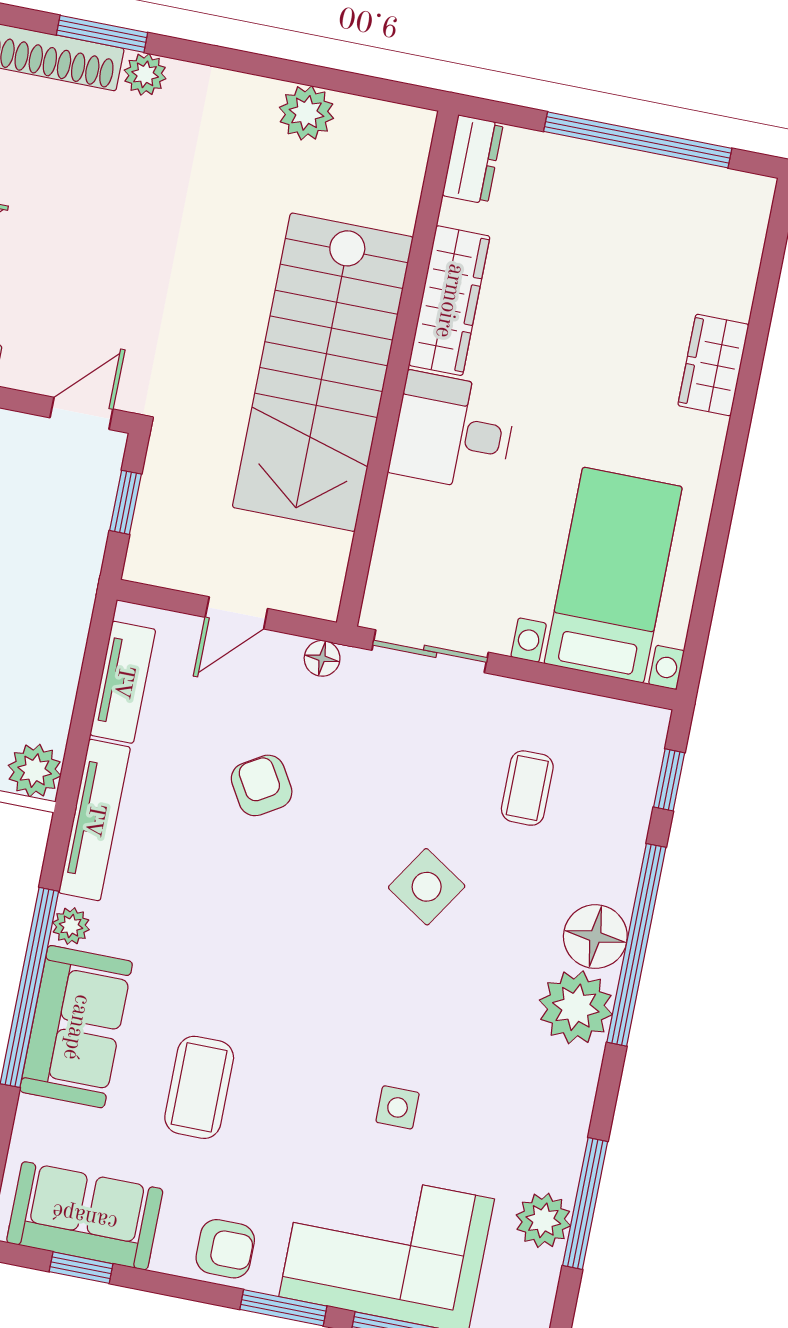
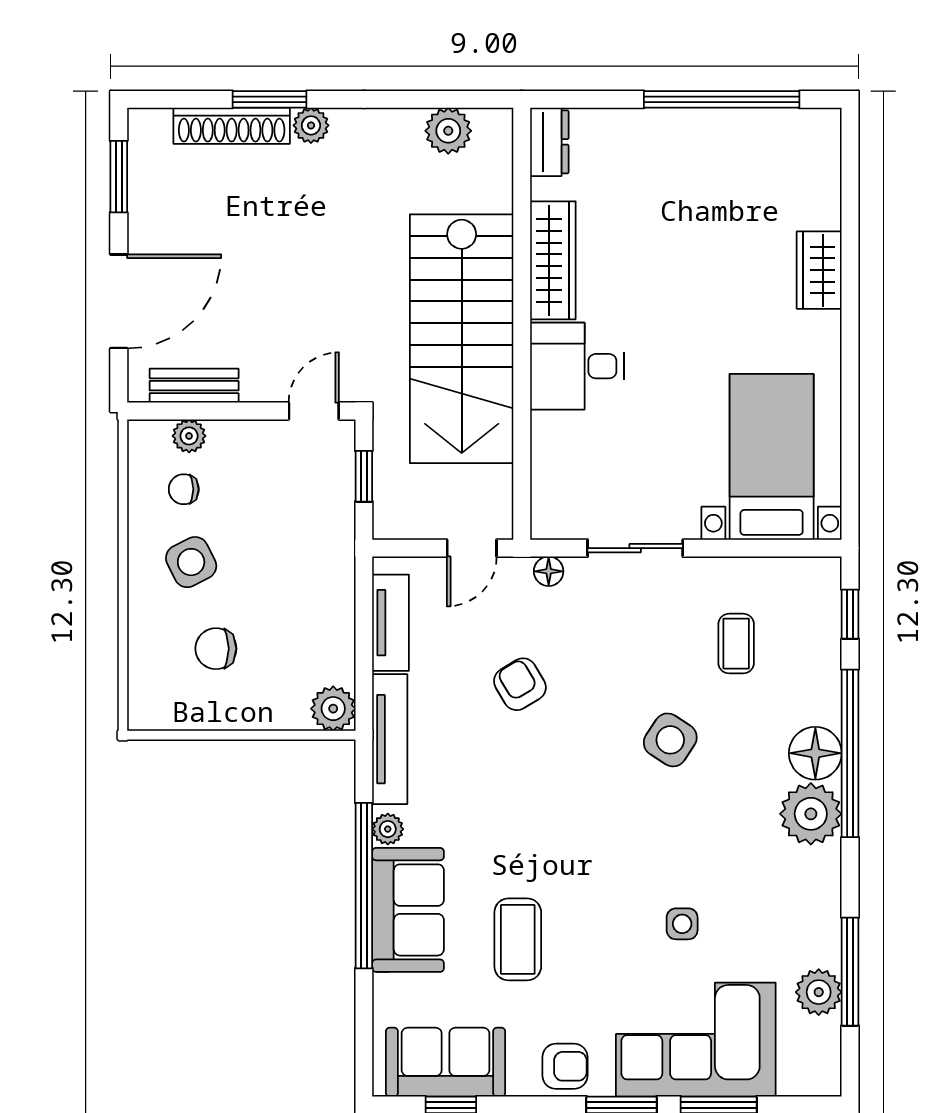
dresser: (473, 160) -> (549, 142), moved
wardrobe: (449, 301) -> (553, 260), moved
wall: (398, 369) -> (522, 324), moved
stairs: (323, 372) -> (462, 339), moved
desk: (453, 432) -> (577, 366), moved

